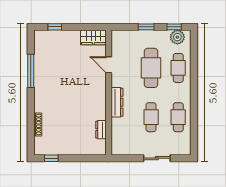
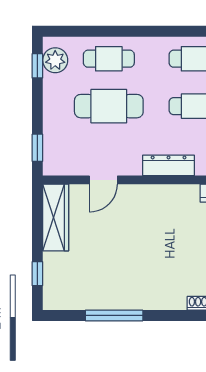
window: (146, 27) -> (37, 148), moved
wardrobe: (93, 37) -> (56, 217), width x1.50

